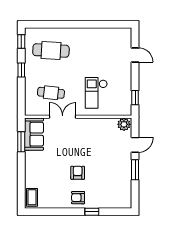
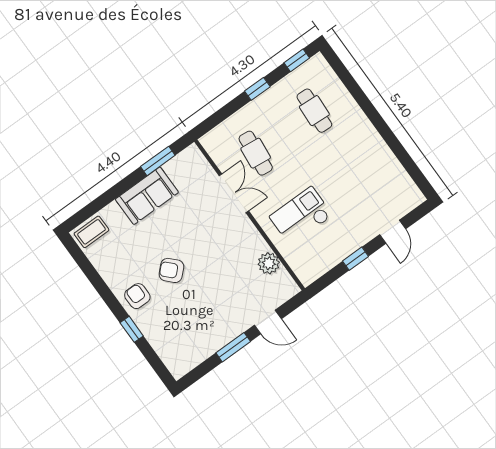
cafe table: (51, 50) -> (314, 111), width x0.73, depth x0.74
window: (135, 98) -> (355, 259), moved
plant: (124, 124) -> (269, 263), moved
sofa: (34, 134) -> (147, 196), moved
armchair: (78, 173) -> (171, 270), turned -134

